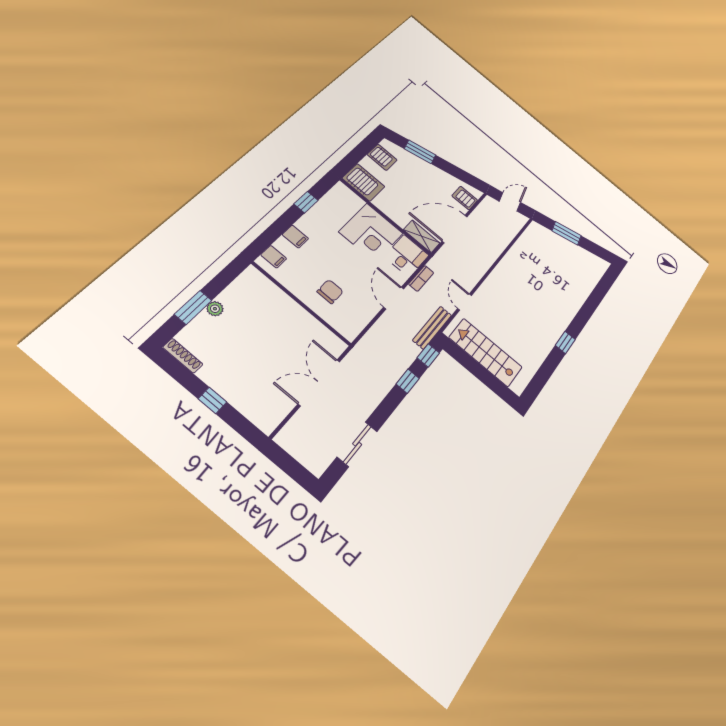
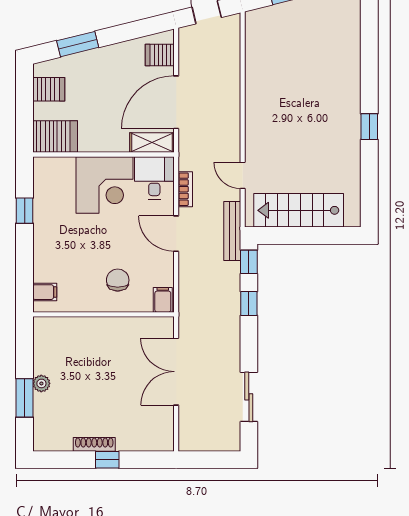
filing cabinet: (295, 237) -> (163, 300), moved, turned -90
shoe rack: (183, 356) -> (94, 444), moved

